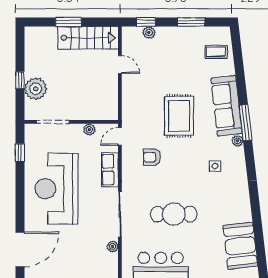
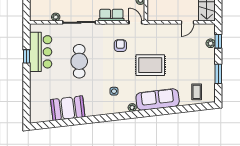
window: (245, 123) -> (145, 113), removed
booth: (240, 246) -> (68, 108), moved

